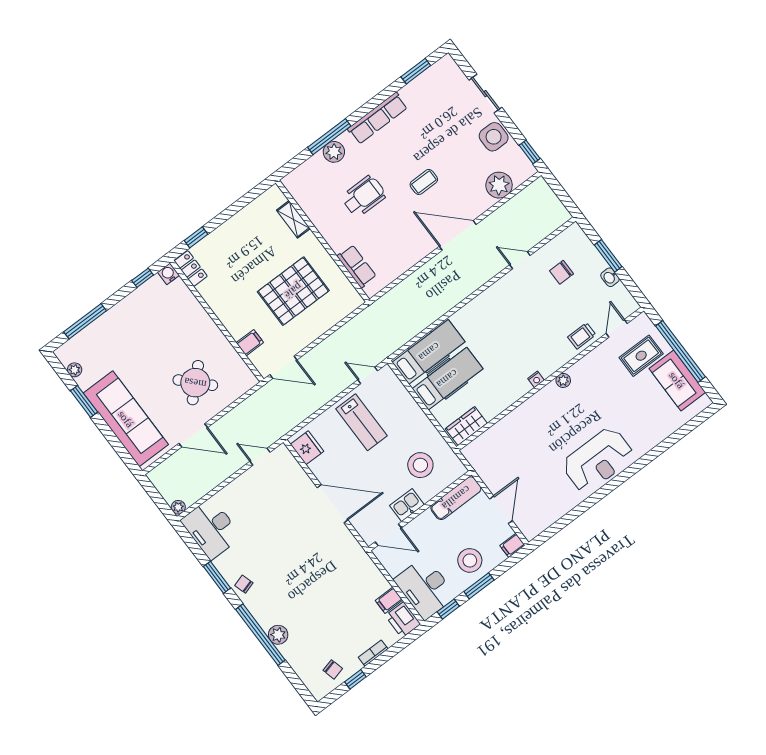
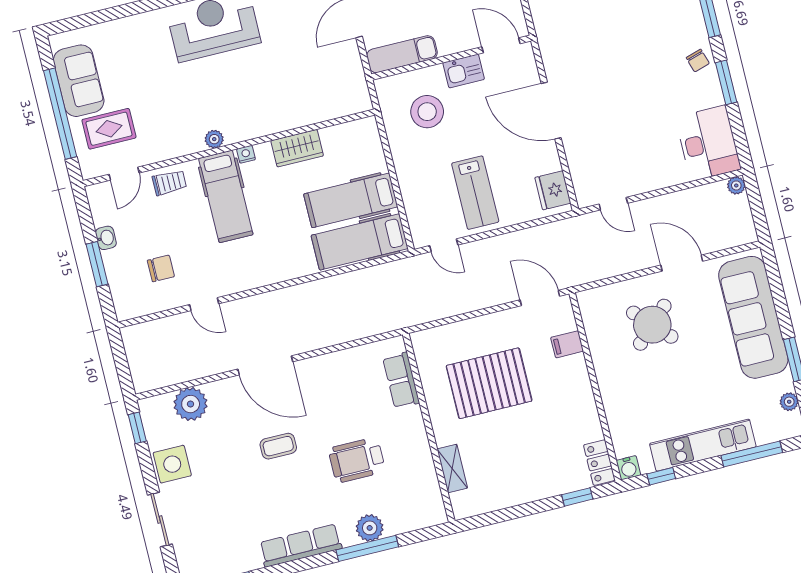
kitchen unit: (123, 313) -> (703, 445), added
hospital bed: (537, 343) -> (226, 196), added
lab bench: (362, 422) -> (475, 193), turned 180
wardrobe: (466, 426) -> (297, 148), moved

